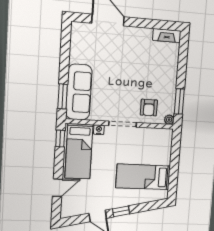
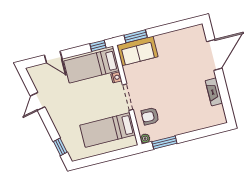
fireplace: (167, 36) -> (214, 92), moved
sofa: (79, 92) -> (137, 51), width x0.73
bed: (143, 177) -> (108, 130), moved, turned -90
window: (121, 211) -> (60, 147), moved

